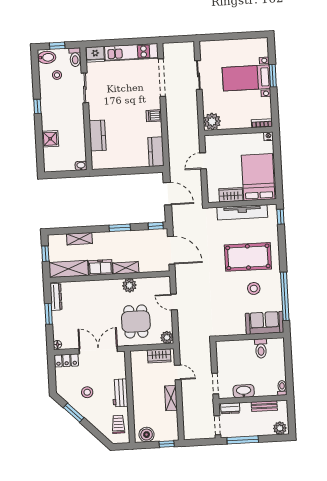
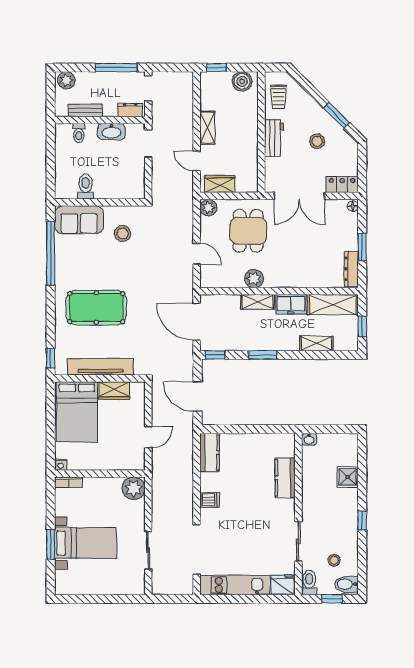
stool: (254, 288) -> (123, 233), moved
toilet: (282, 388) -> (79, 133), moved

